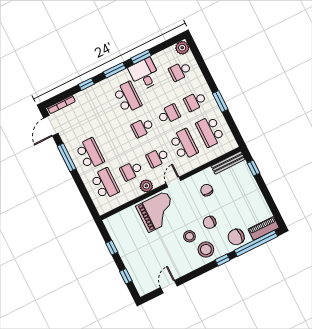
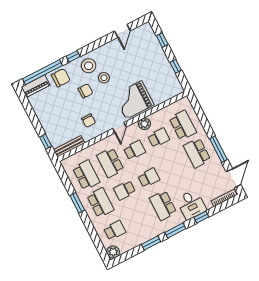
desk: (145, 74) -> (191, 205), moved
school desk: (195, 101) -> (100, 203), width x1.85
school desk: (105, 184) -> (183, 125), turned 180

